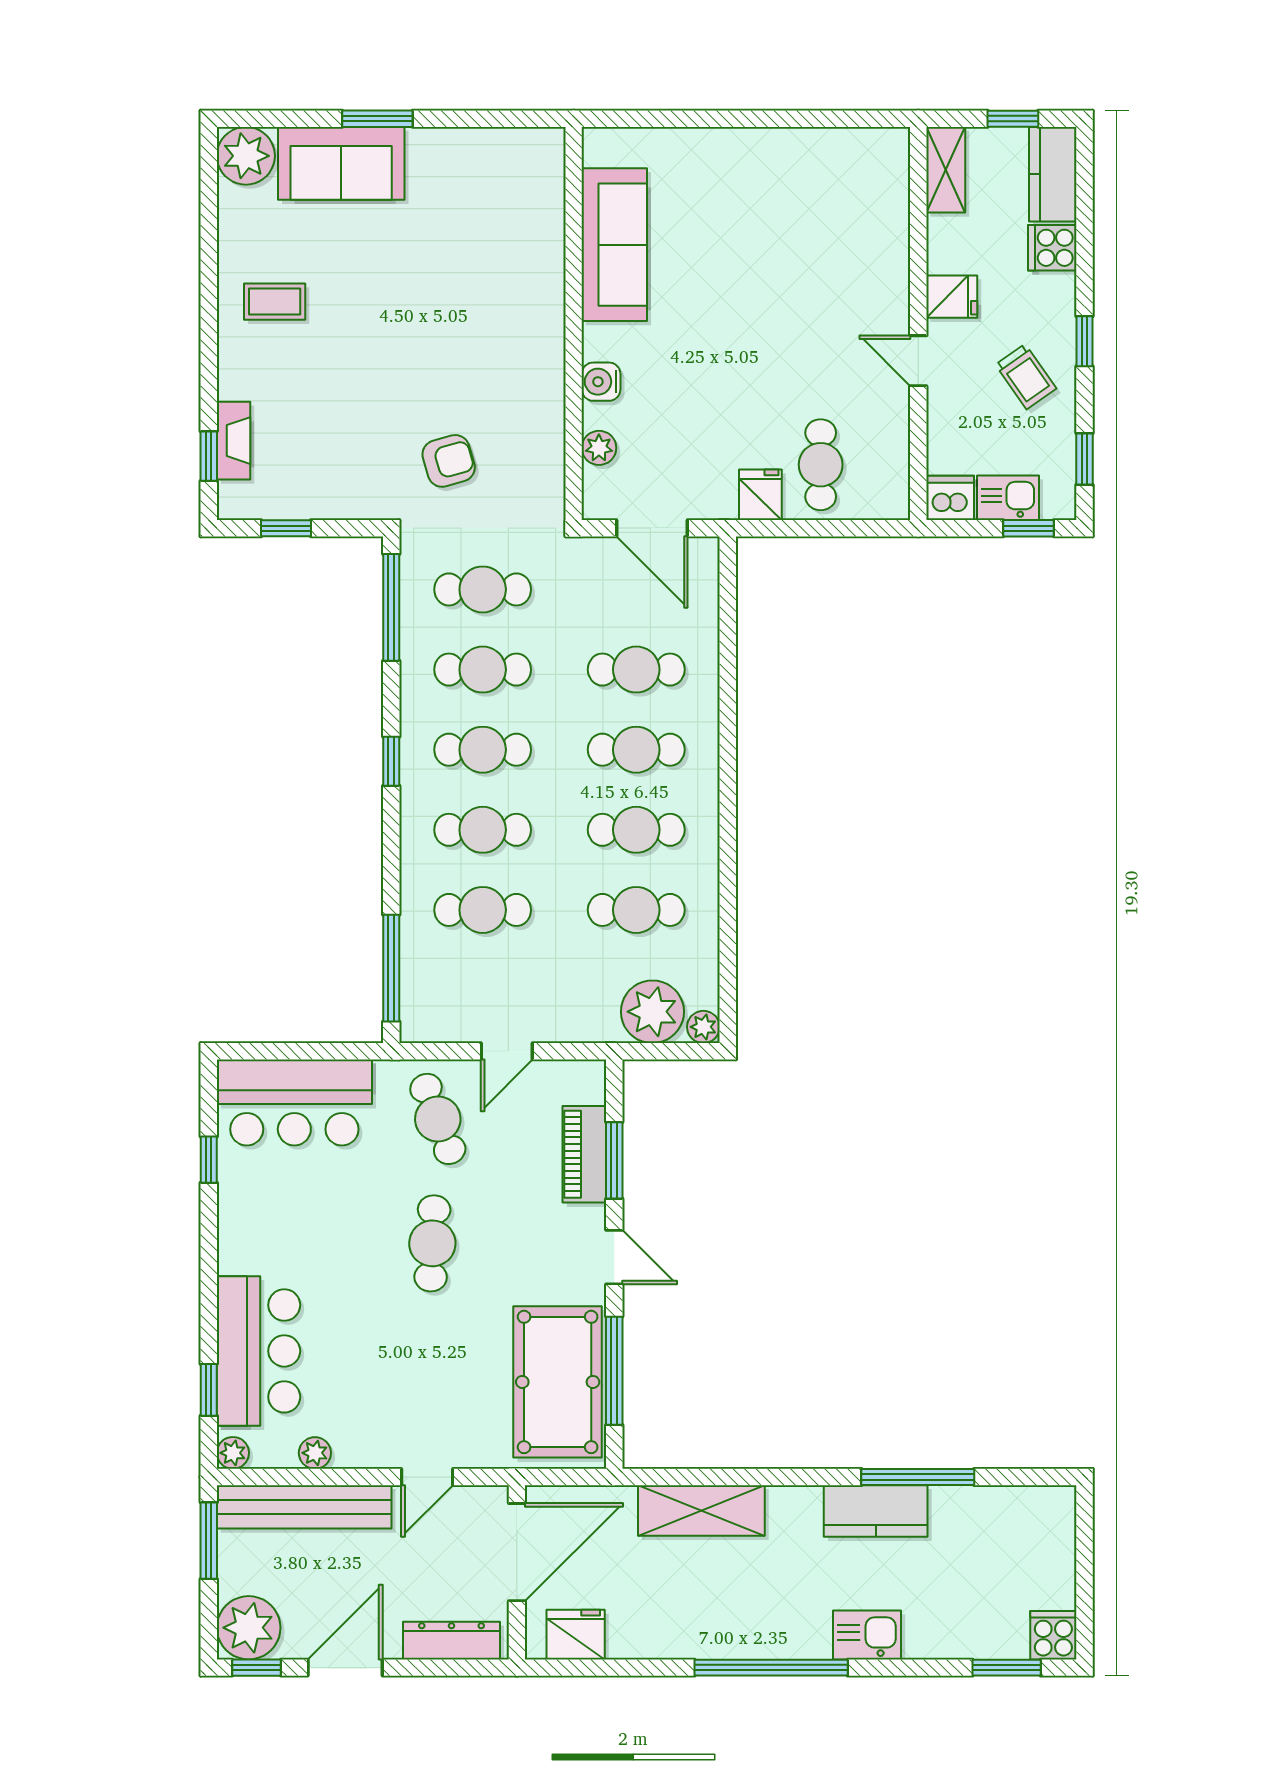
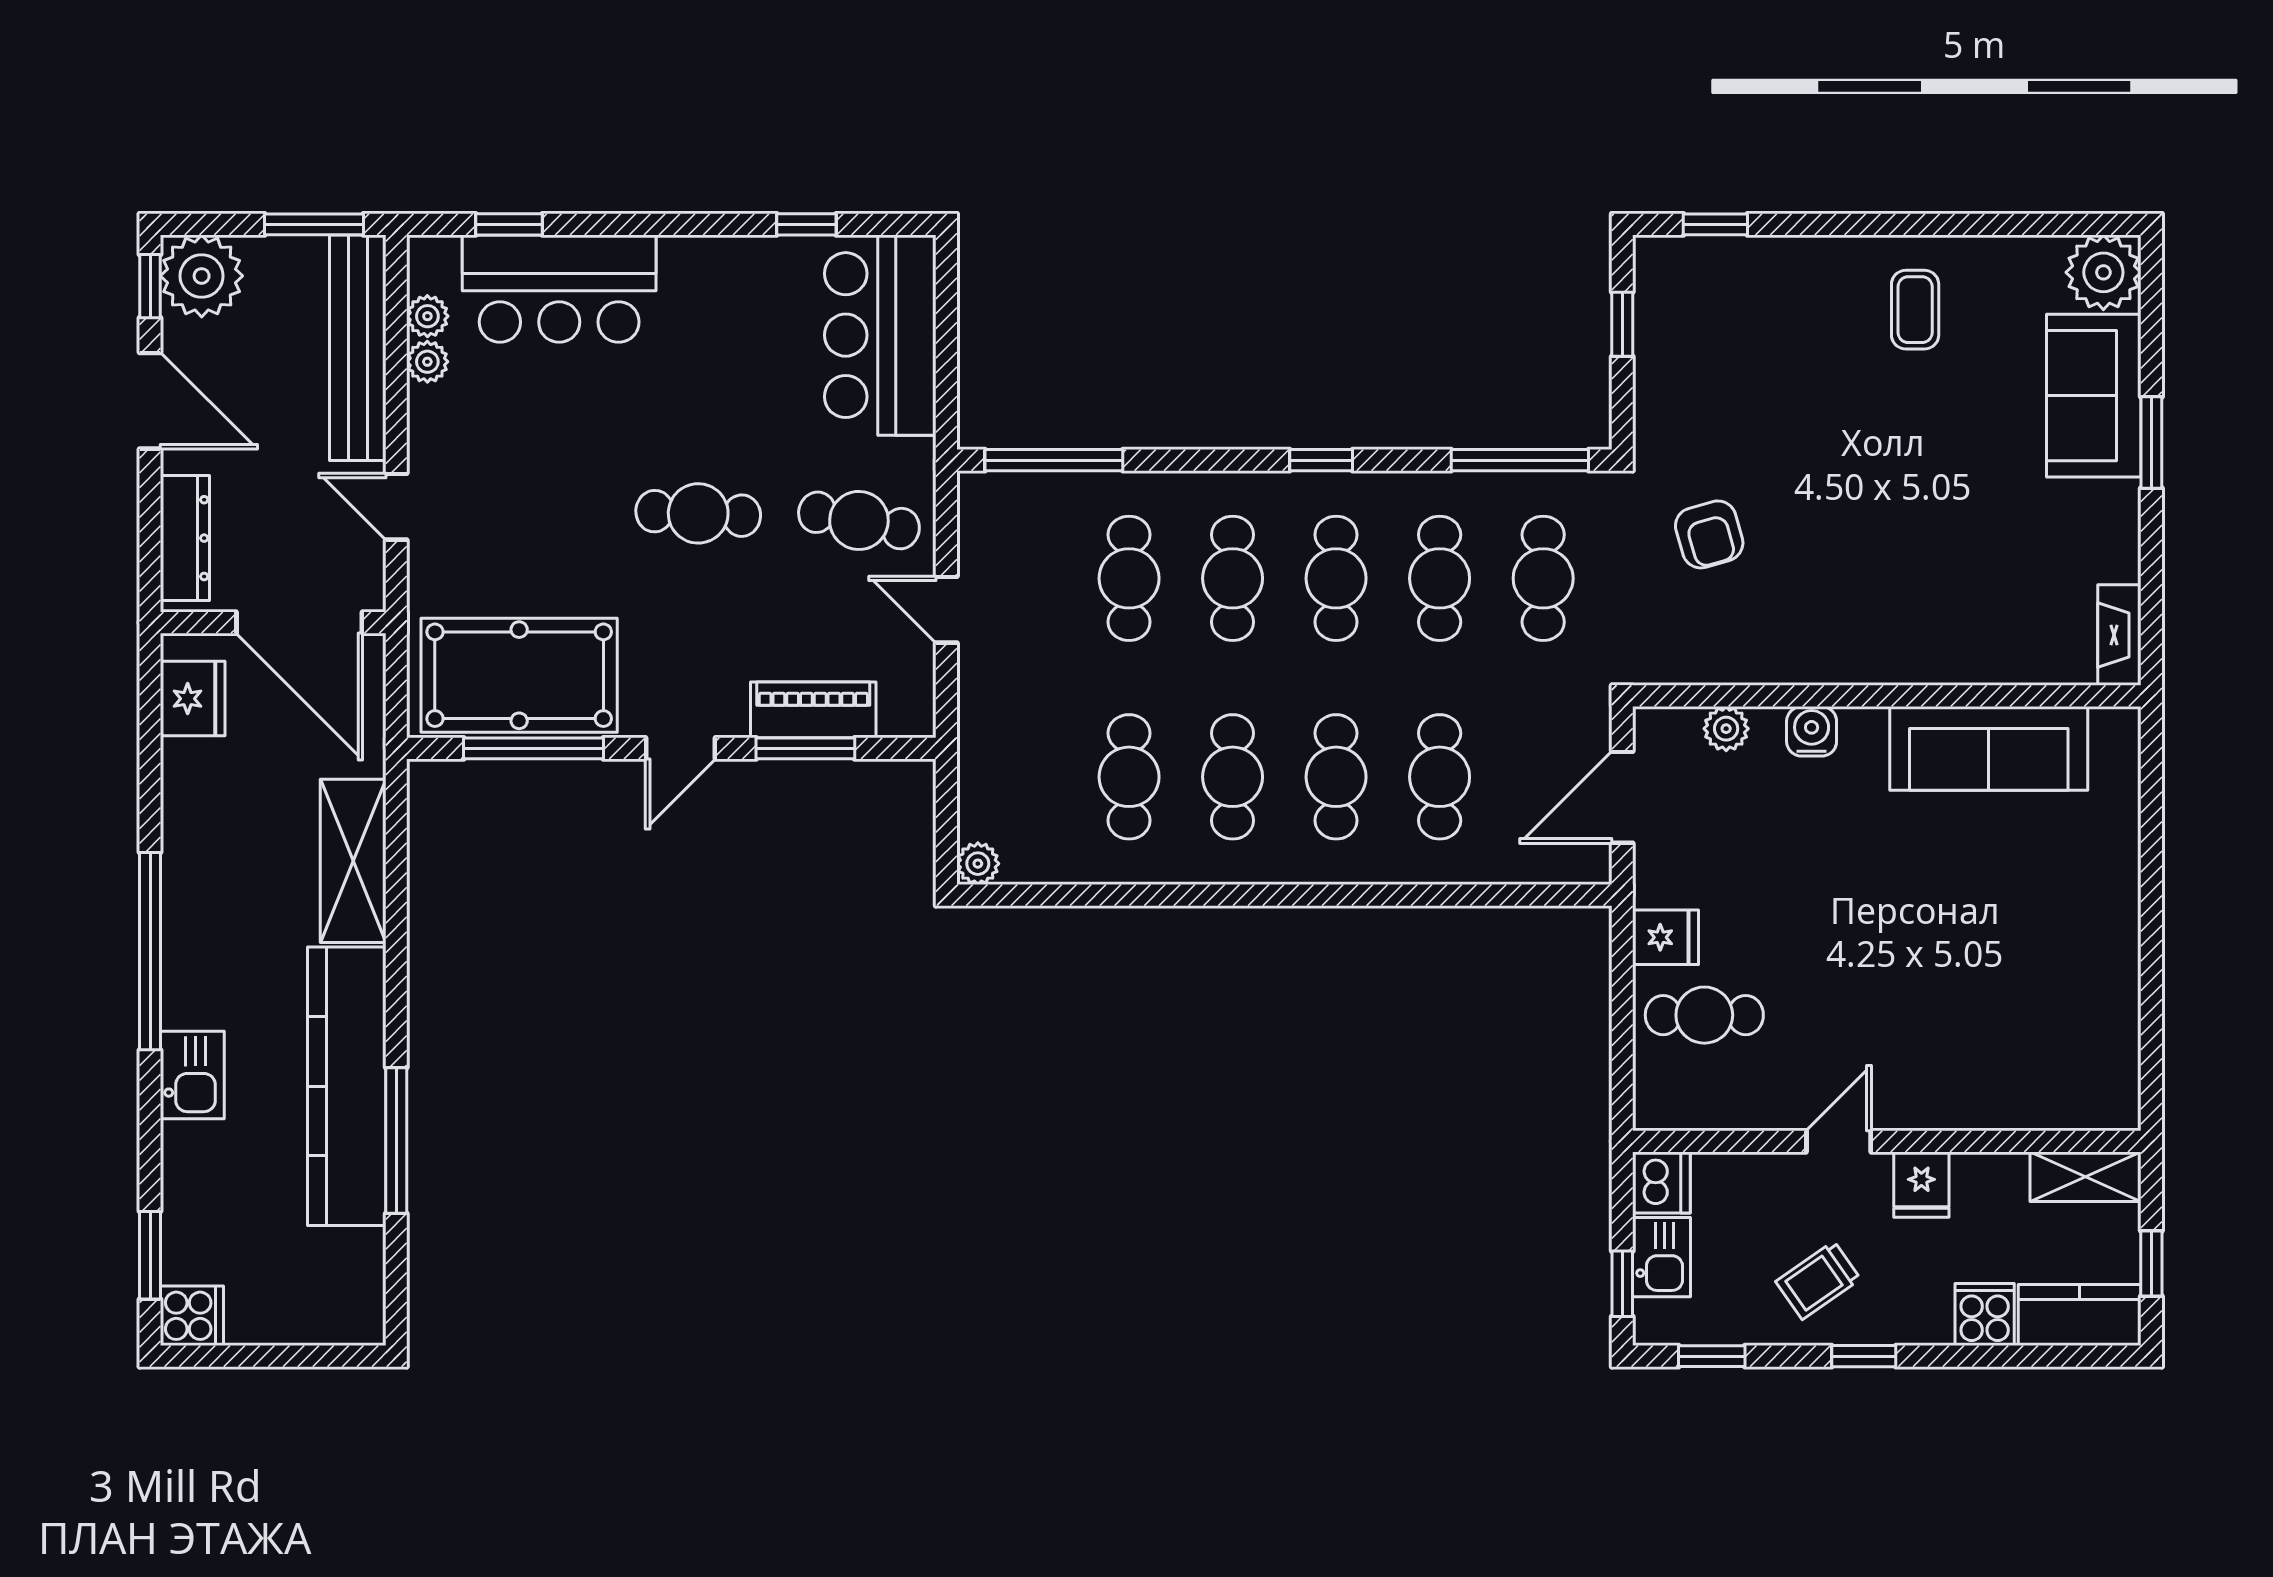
fireplace: (233, 441) -> (2119, 635), moved, turned 90
plant: (652, 1012) -> (997, 798), removed
cafe table: (438, 1119) -> (859, 520), turned 32
plant: (233, 1453) -> (427, 316), moved
kitchen counter: (876, 1511) -> (347, 1086), width x2.08, depth x1.17

